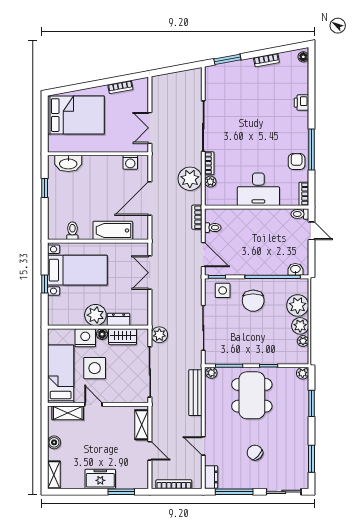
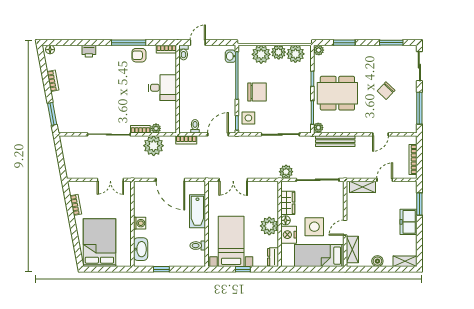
washing machine: (130, 162) -> (140, 223), moved
desk: (258, 189) -> (162, 88), width x0.73
dresser: (119, 319) -> (273, 257), moved
plant: (303, 341) -> (295, 54), width x1.87, depth x1.87
dresser: (211, 477) -> (407, 128), removed

